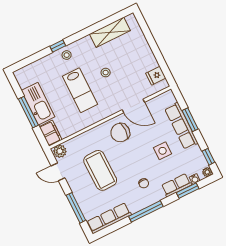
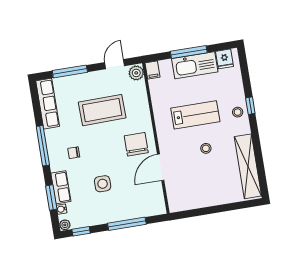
shelving: (110, 32) -> (248, 166), width x1.47
fridge: (156, 76) -> (225, 59), moved, turned 180
lab bench: (80, 90) -> (195, 115), turned 180
window: (190, 120) -> (127, 224), width x1.44
row of seats: (181, 126) -> (123, 212), removed
filing cabinet: (51, 133) -> (153, 70), width x0.50

